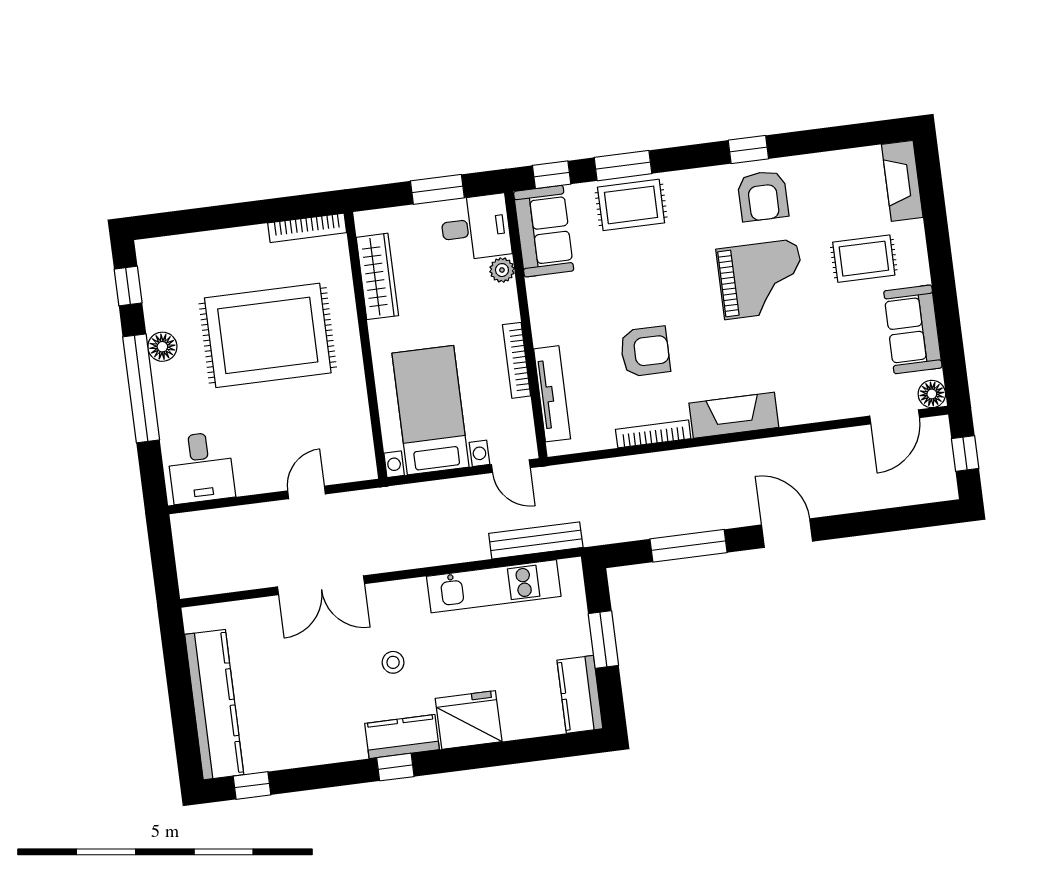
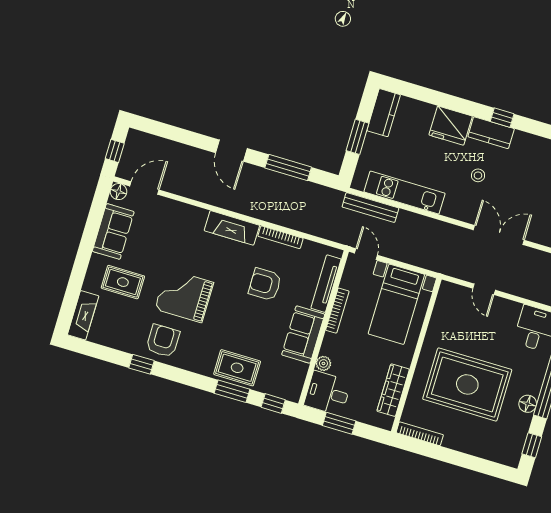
window: (748, 150) -> (141, 364), moved
sofa: (544, 231) -> (303, 335), moved
door: (307, 492) -> (484, 289), hinge flipped

